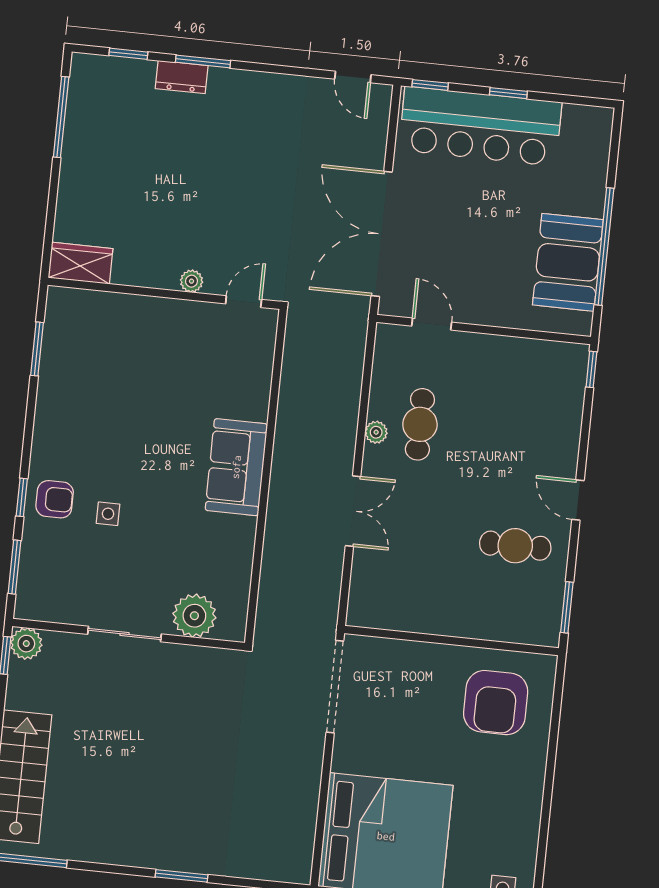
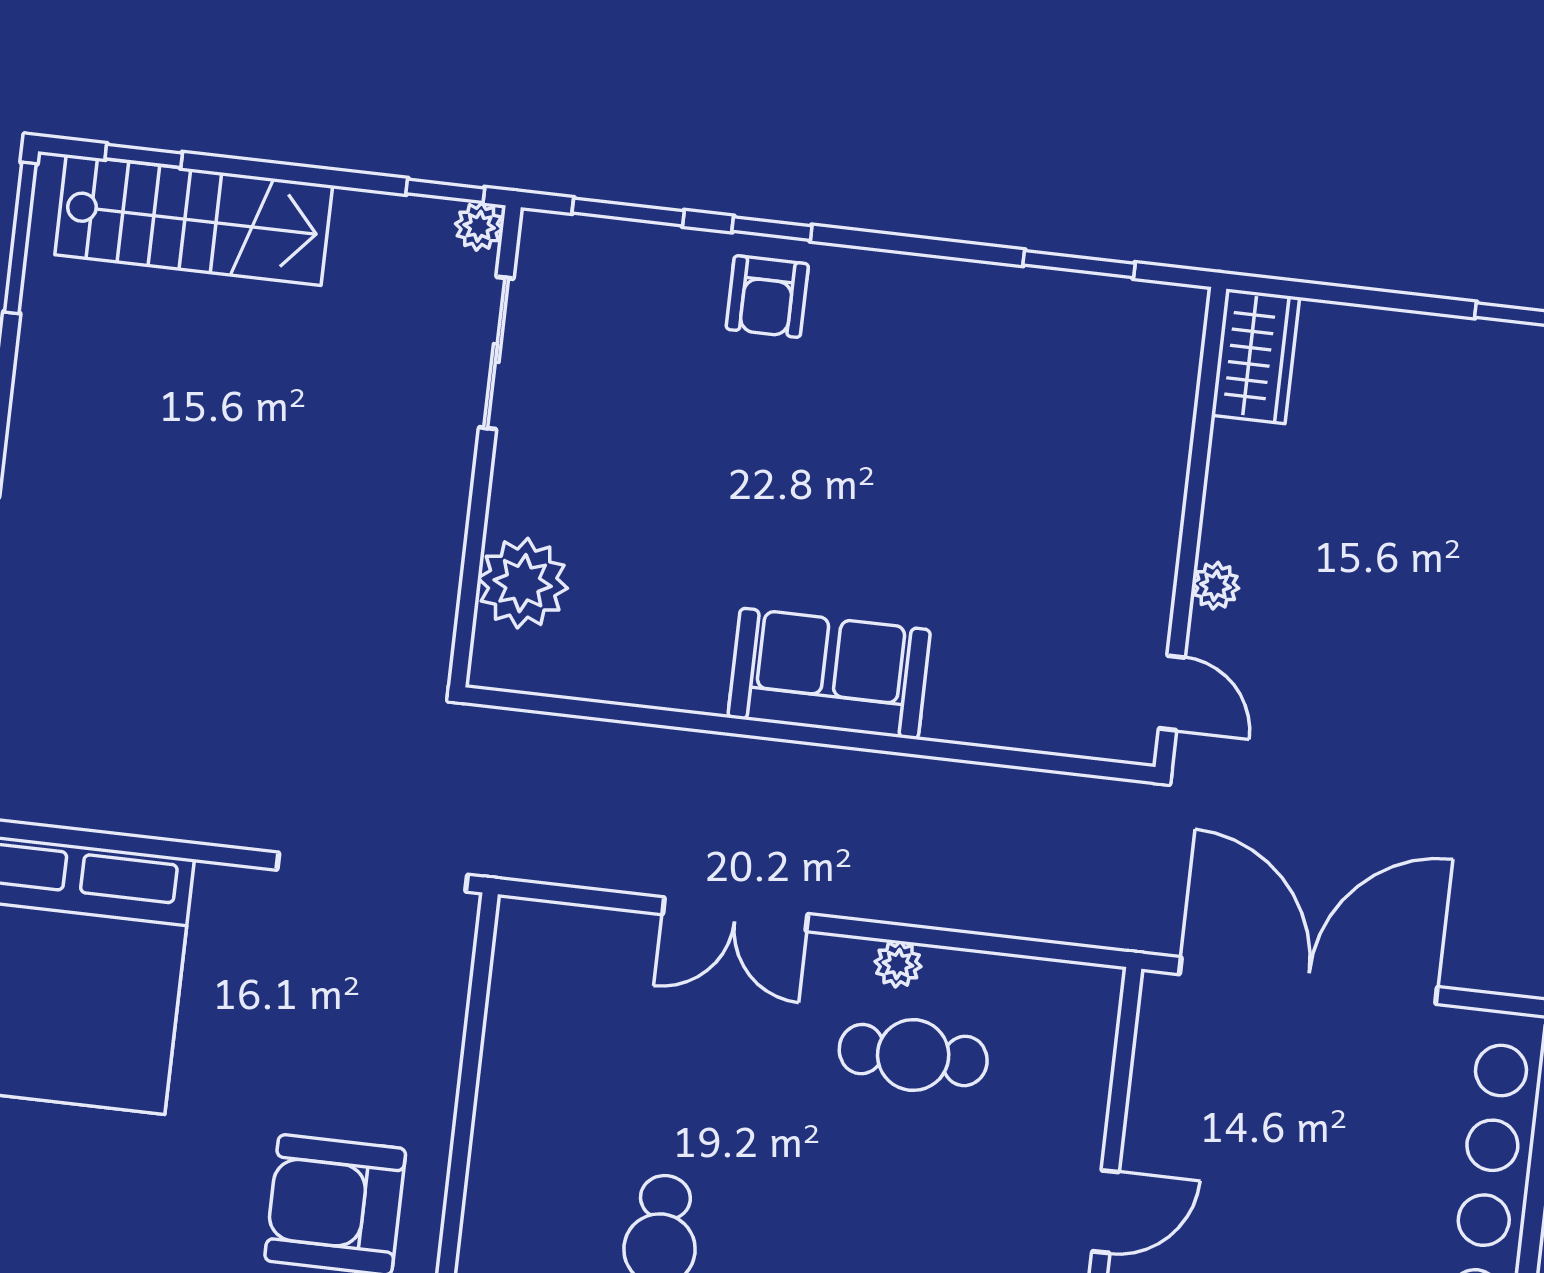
door: (432, 324) -> (1106, 1212), moved
side table: (108, 514) -> (736, 407), removed
sliding door: (125, 634) -> (496, 353), moved
plant: (26, 644) -> (479, 226), width x0.73, depth x0.73

